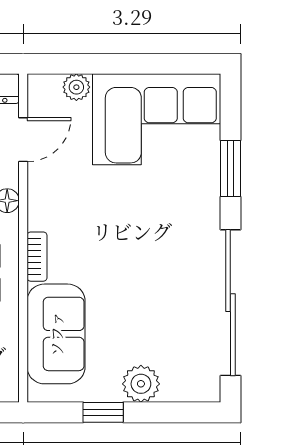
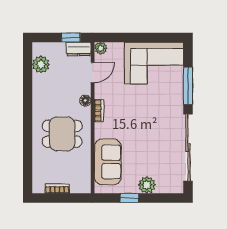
plant: (76, 87) -> (101, 48), moved
window: (230, 168) -> (188, 86), width x1.44
bookcase: (37, 257) -> (99, 111), moved

